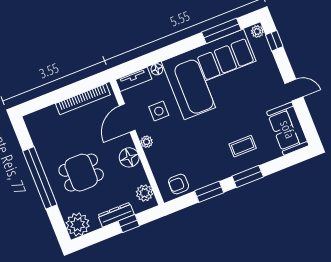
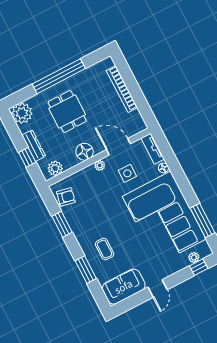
plant: (257, 31) -> (194, 257), moved
bookcase: (83, 99) -> (122, 89), moved
window: (248, 176) -> (86, 270), moved
armchair: (179, 184) -> (66, 197), turned 102

